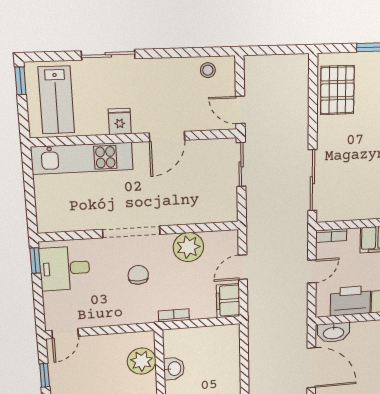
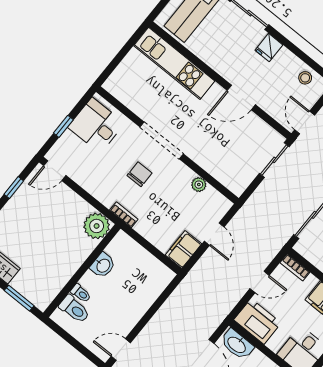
fridge: (120, 121) -> (269, 48), moved, turned 180
plant: (188, 247) -> (199, 185), width x0.53, depth x0.53
window: (35, 261) -> (63, 126), moved
door: (243, 267) -> (214, 234), swing flipped
printer: (350, 301) -> (257, 321), moved
bookcase: (174, 315) -> (124, 215), moved
plant: (142, 361) -> (97, 226), moved

